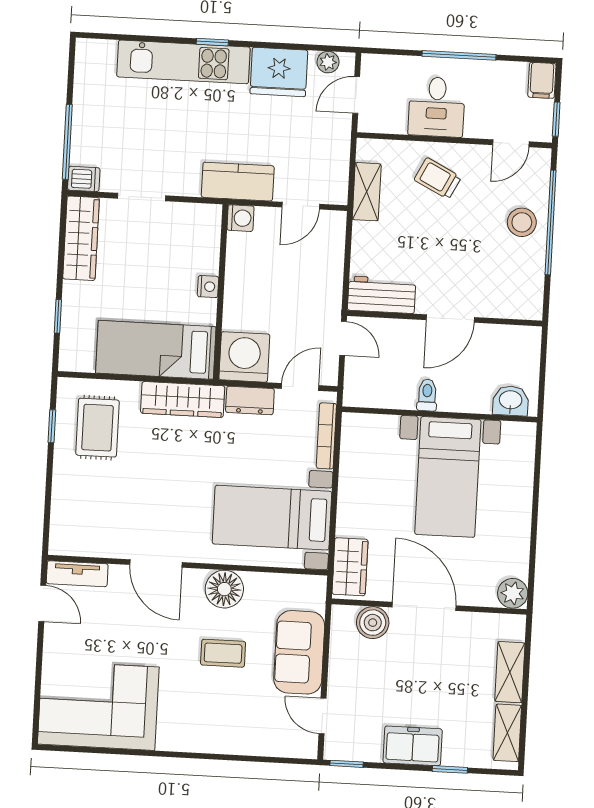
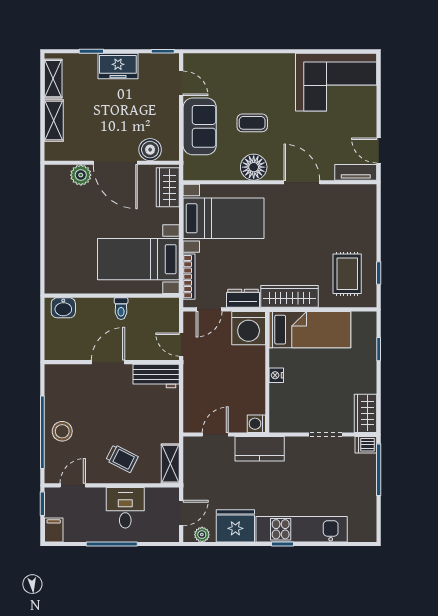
shelving: (367, 192) -> (170, 464), moved
wardrobe: (81, 238) -> (366, 413), width x0.67
bed with nightstands: (448, 477) -> (138, 259), moved, turned -90
plant: (513, 593) -> (81, 175), moved

